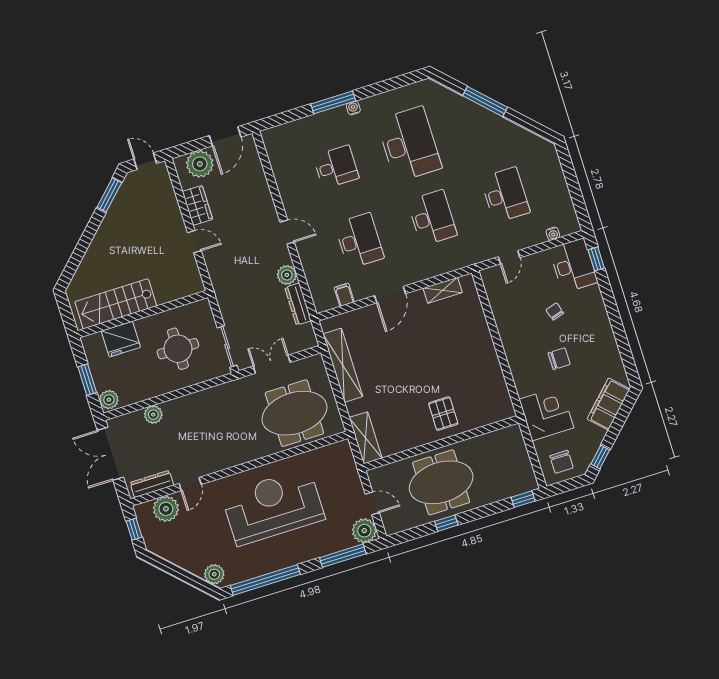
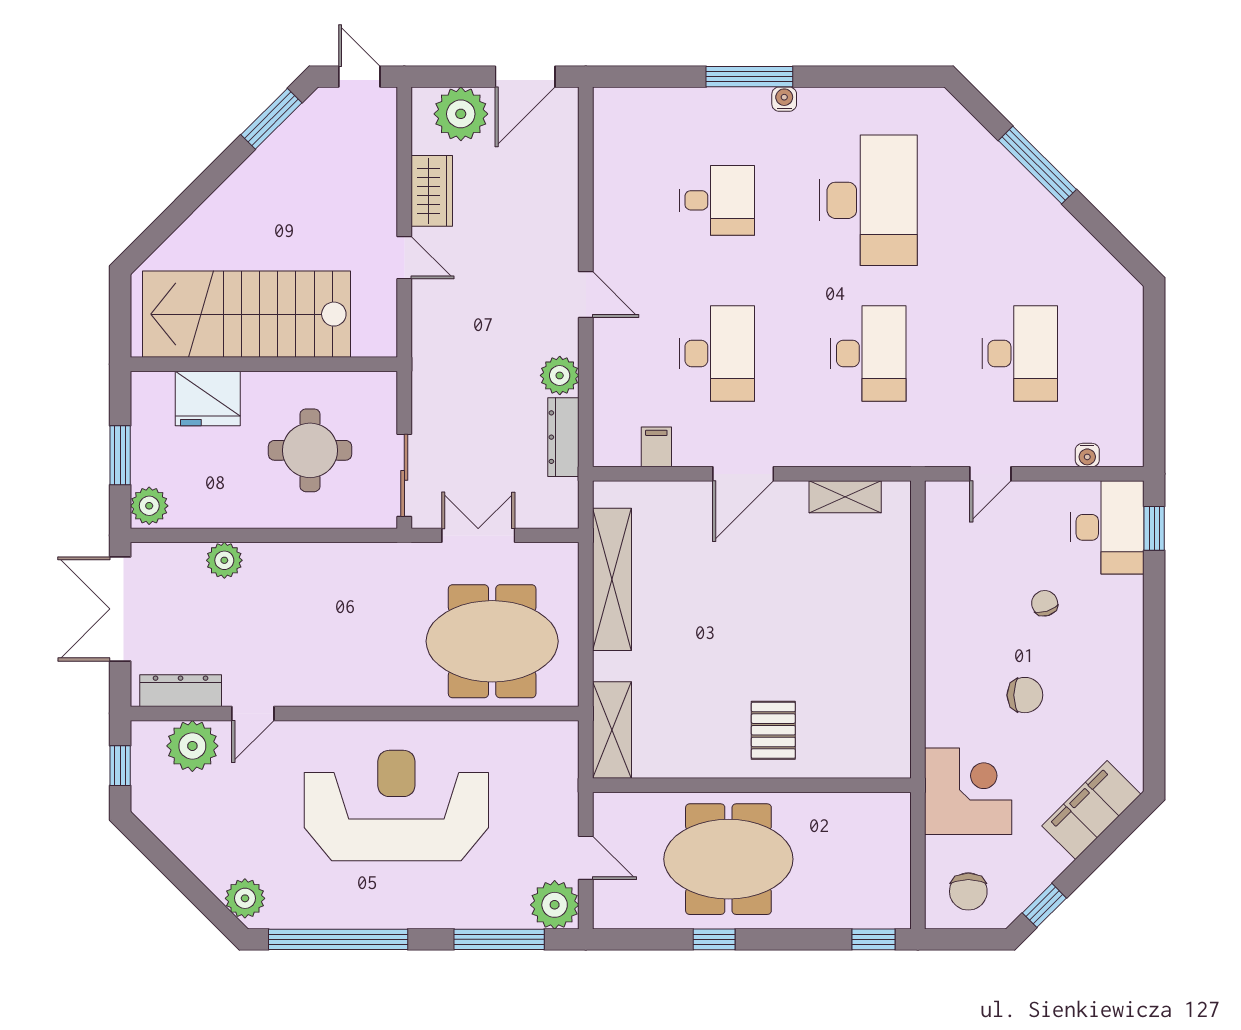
stairs: (116, 304) -> (247, 314), width x1.36, depth x1.51

